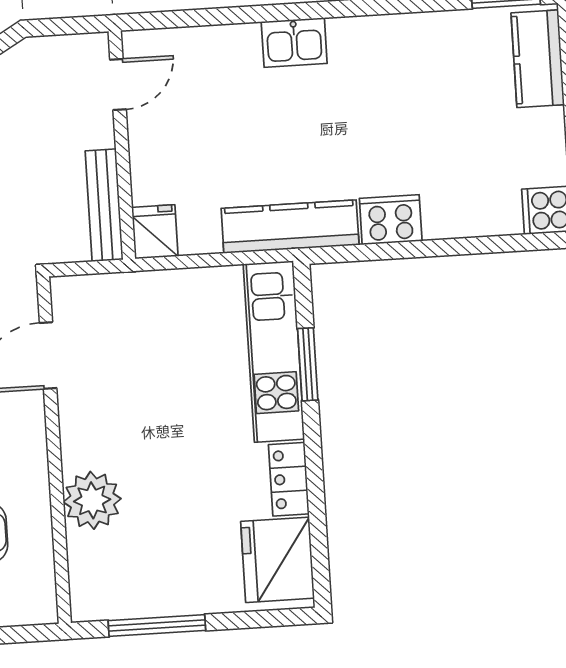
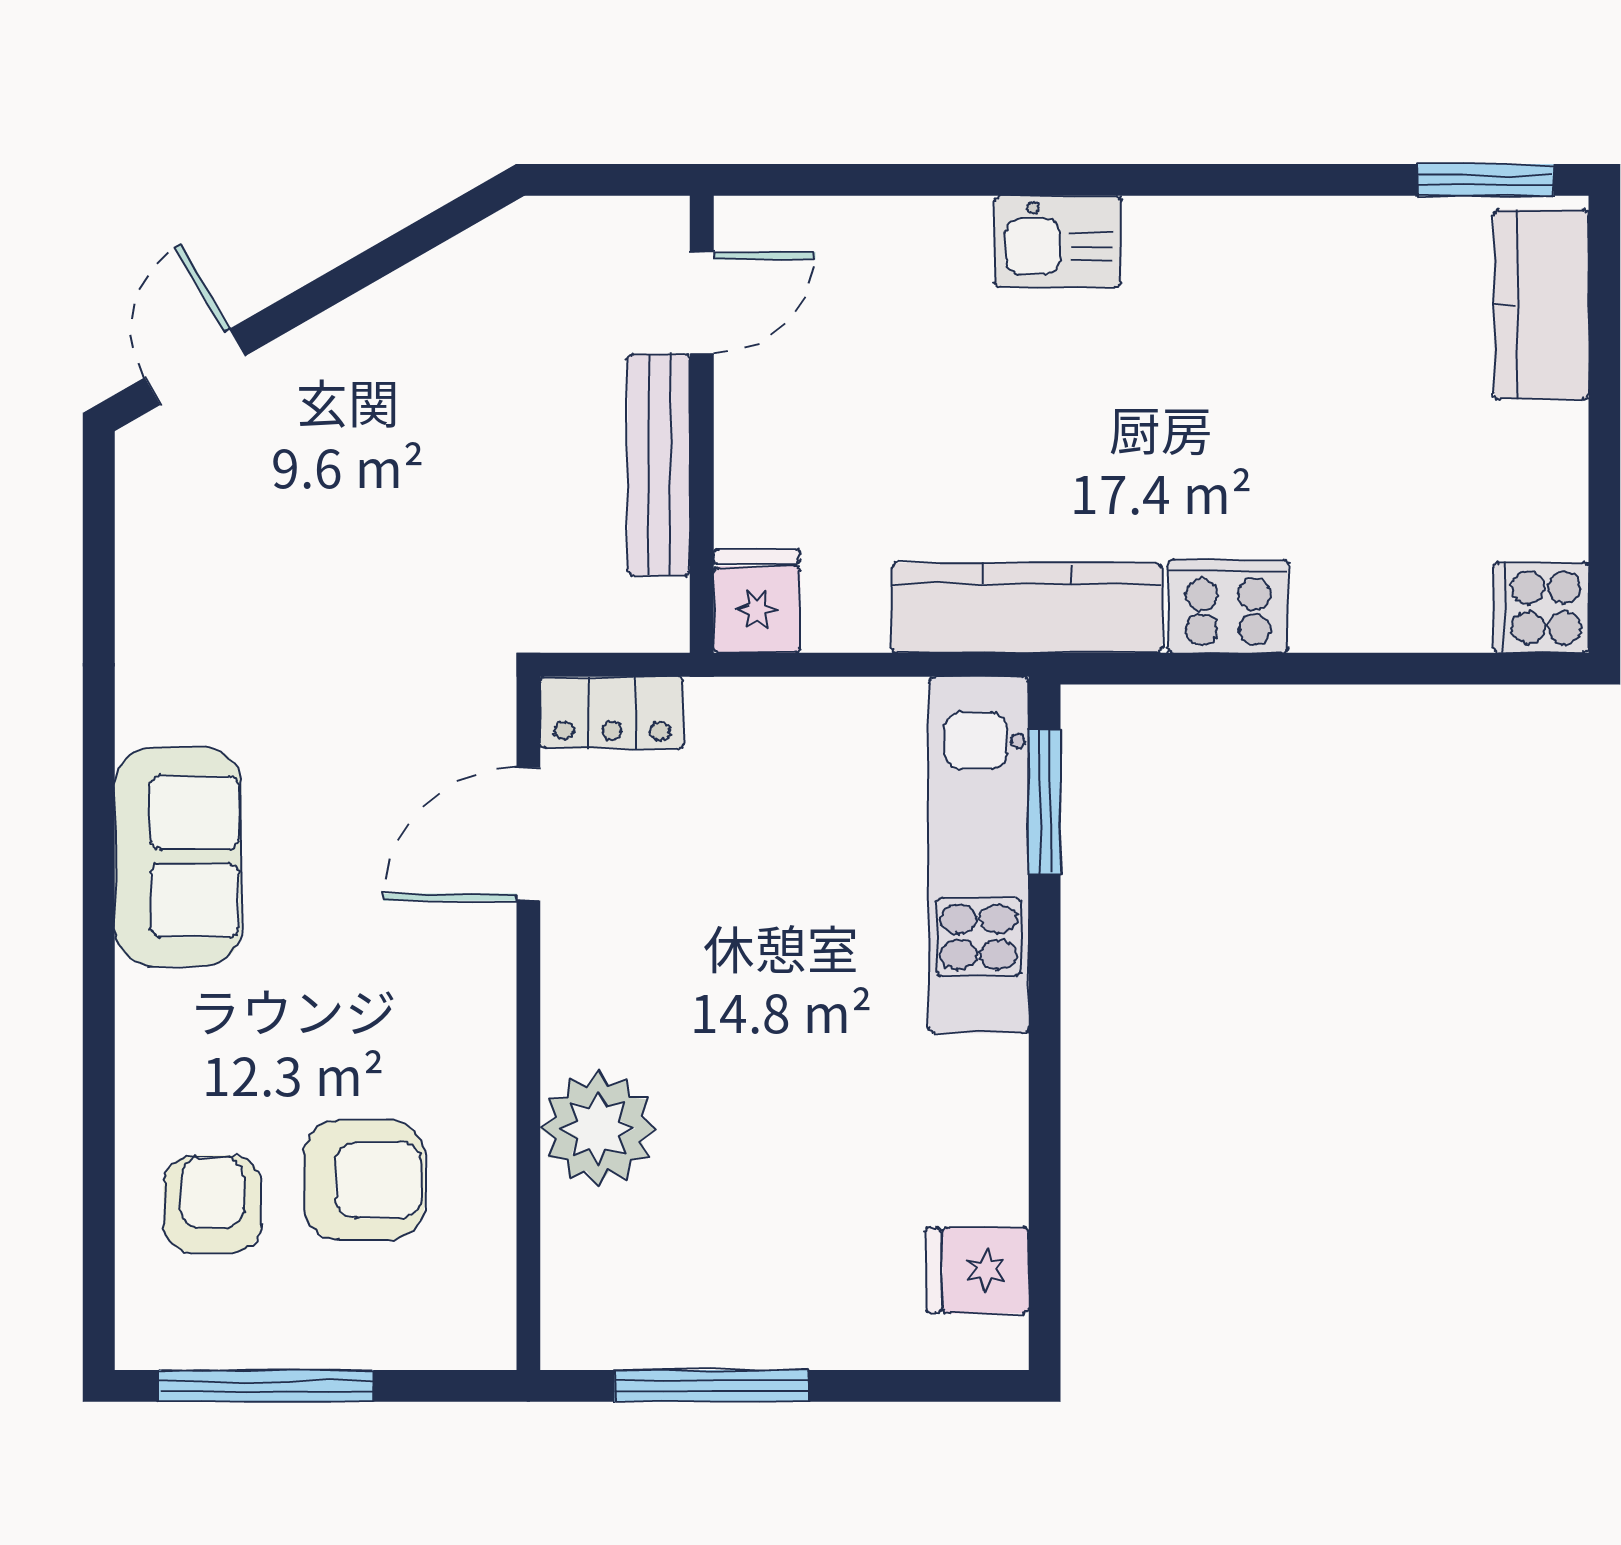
bench: (104, 205) -> (659, 465), moved
window: (308, 364) -> (1045, 802), moved
locker: (289, 479) -> (612, 713), moved, turned -90
fridge: (278, 560) -> (978, 1270), width x0.53, depth x0.75

